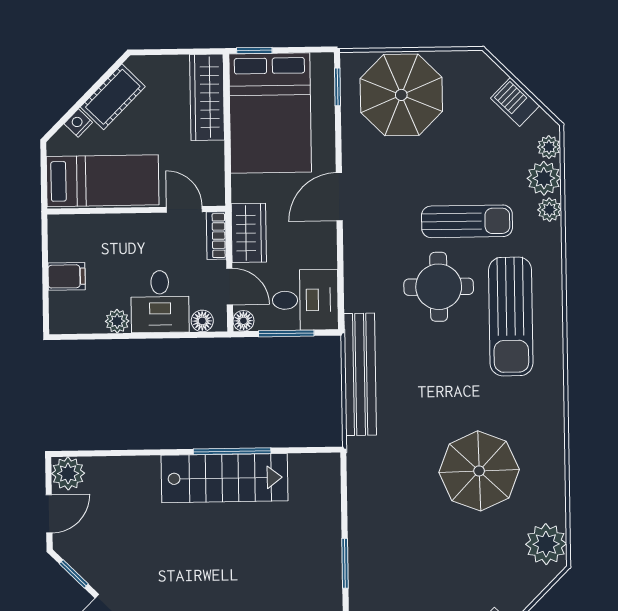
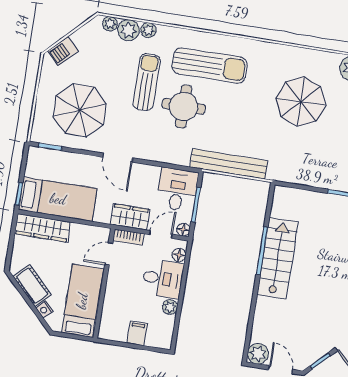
parasol: (401, 95) -> (80, 110), moved
barbecue: (515, 102) -> (63, 51), moved
bed: (270, 113) -> (58, 199), width x0.67

